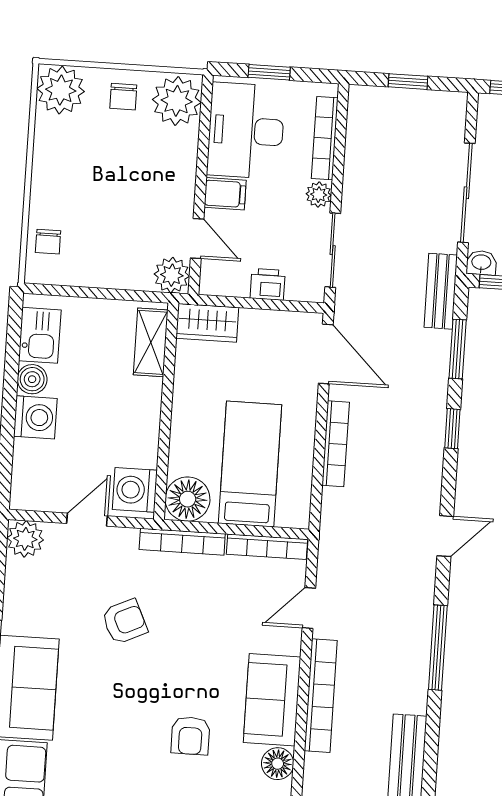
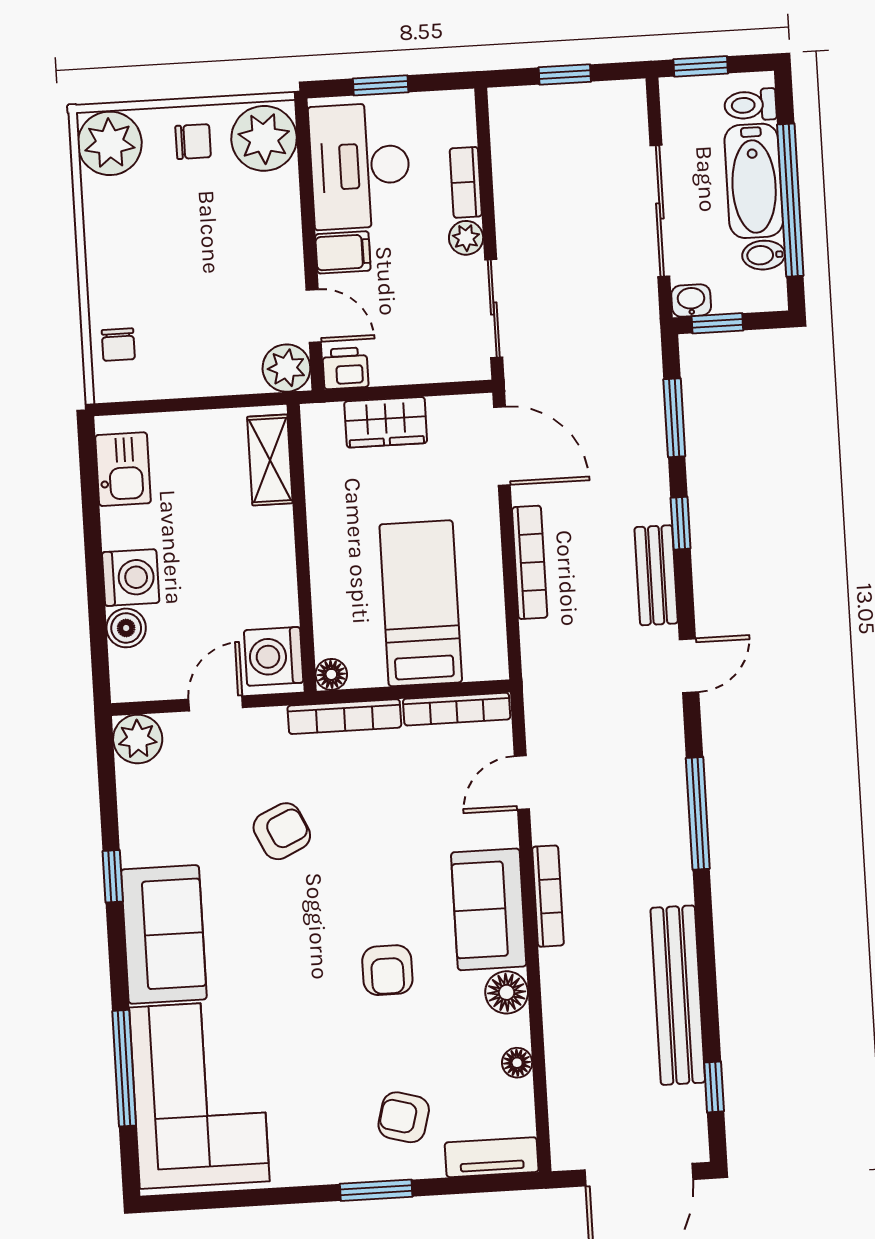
chair: (123, 97) -> (193, 142), turned -90
bookcase: (325, 138) -> (466, 182), width x0.64
printer: (268, 284) -> (345, 368), moved
bench: (441, 291) -> (656, 575), moved
wardrobe: (207, 323) -> (386, 422), moved
boiler: (32, 379) -> (126, 628), moved
floor lamp: (188, 499) -> (331, 674), width x0.53, depth x0.53
bookcase: (321, 696) -> (548, 896), width x0.68, depth x0.76

